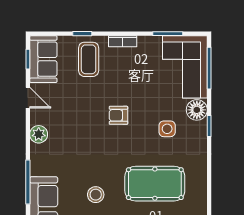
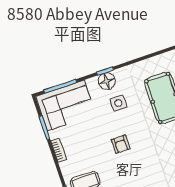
bookcase: (123, 41) -> (59, 150), moved
floor lamp: (197, 110) -> (107, 81), moved

